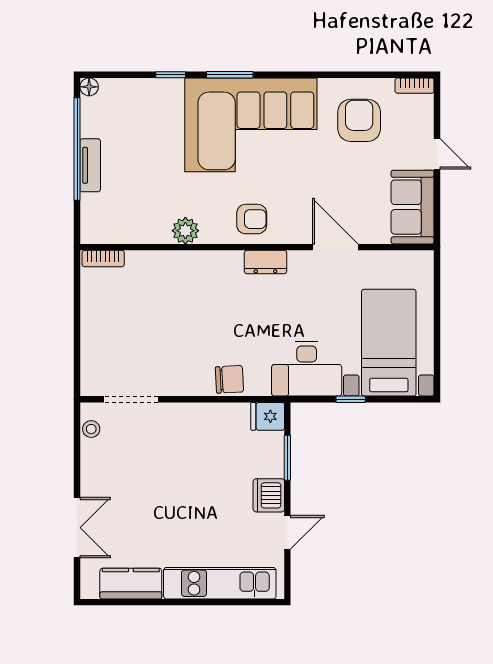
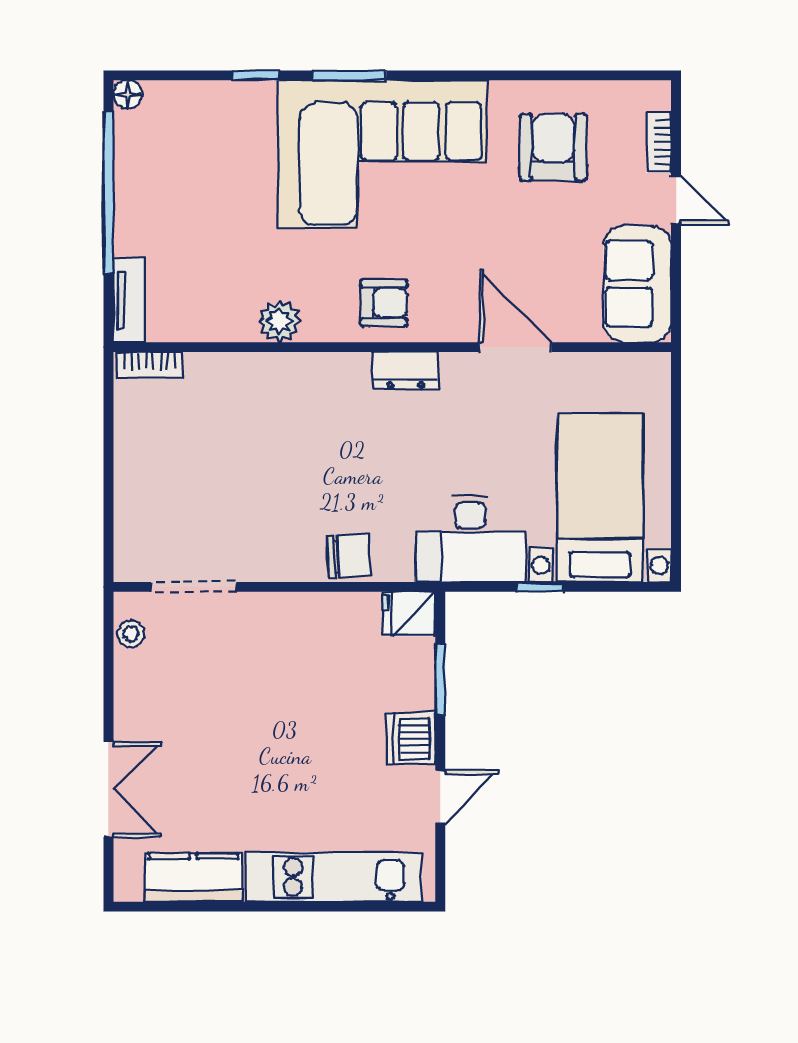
bookcase: (415, 86) -> (659, 142), moved, turned 90
tv unit: (90, 165) -> (129, 300), moved

